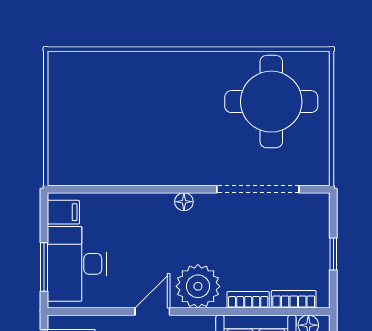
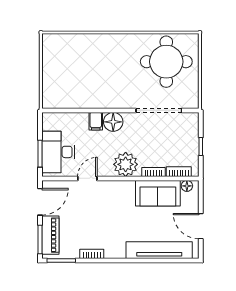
floor lamp: (184, 202) -> (113, 122), width x1.89, depth x1.89
filing cabinet: (63, 212) -> (96, 121), moved, turned 90
door: (152, 312) -> (87, 178), moved

